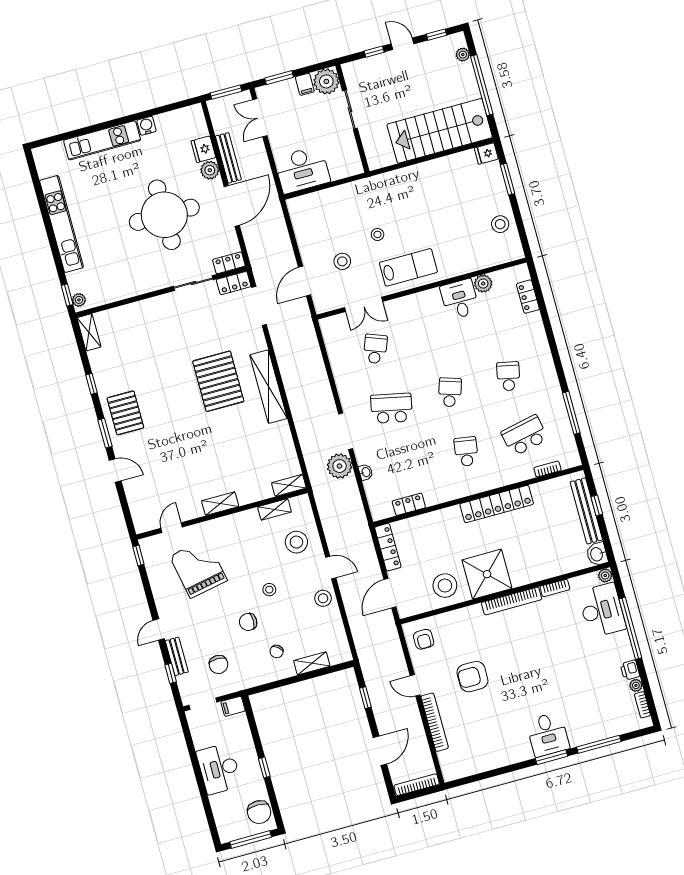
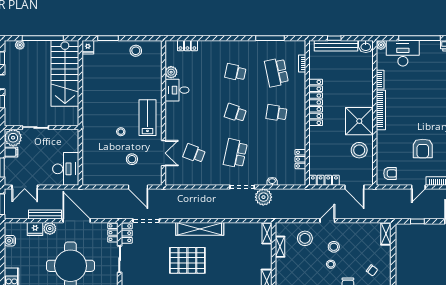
water cooler: (147, 126) -> (10, 241), moved
stool: (323, 598) -> (334, 247), moved
shelving: (312, 663) -> (386, 234), moved

